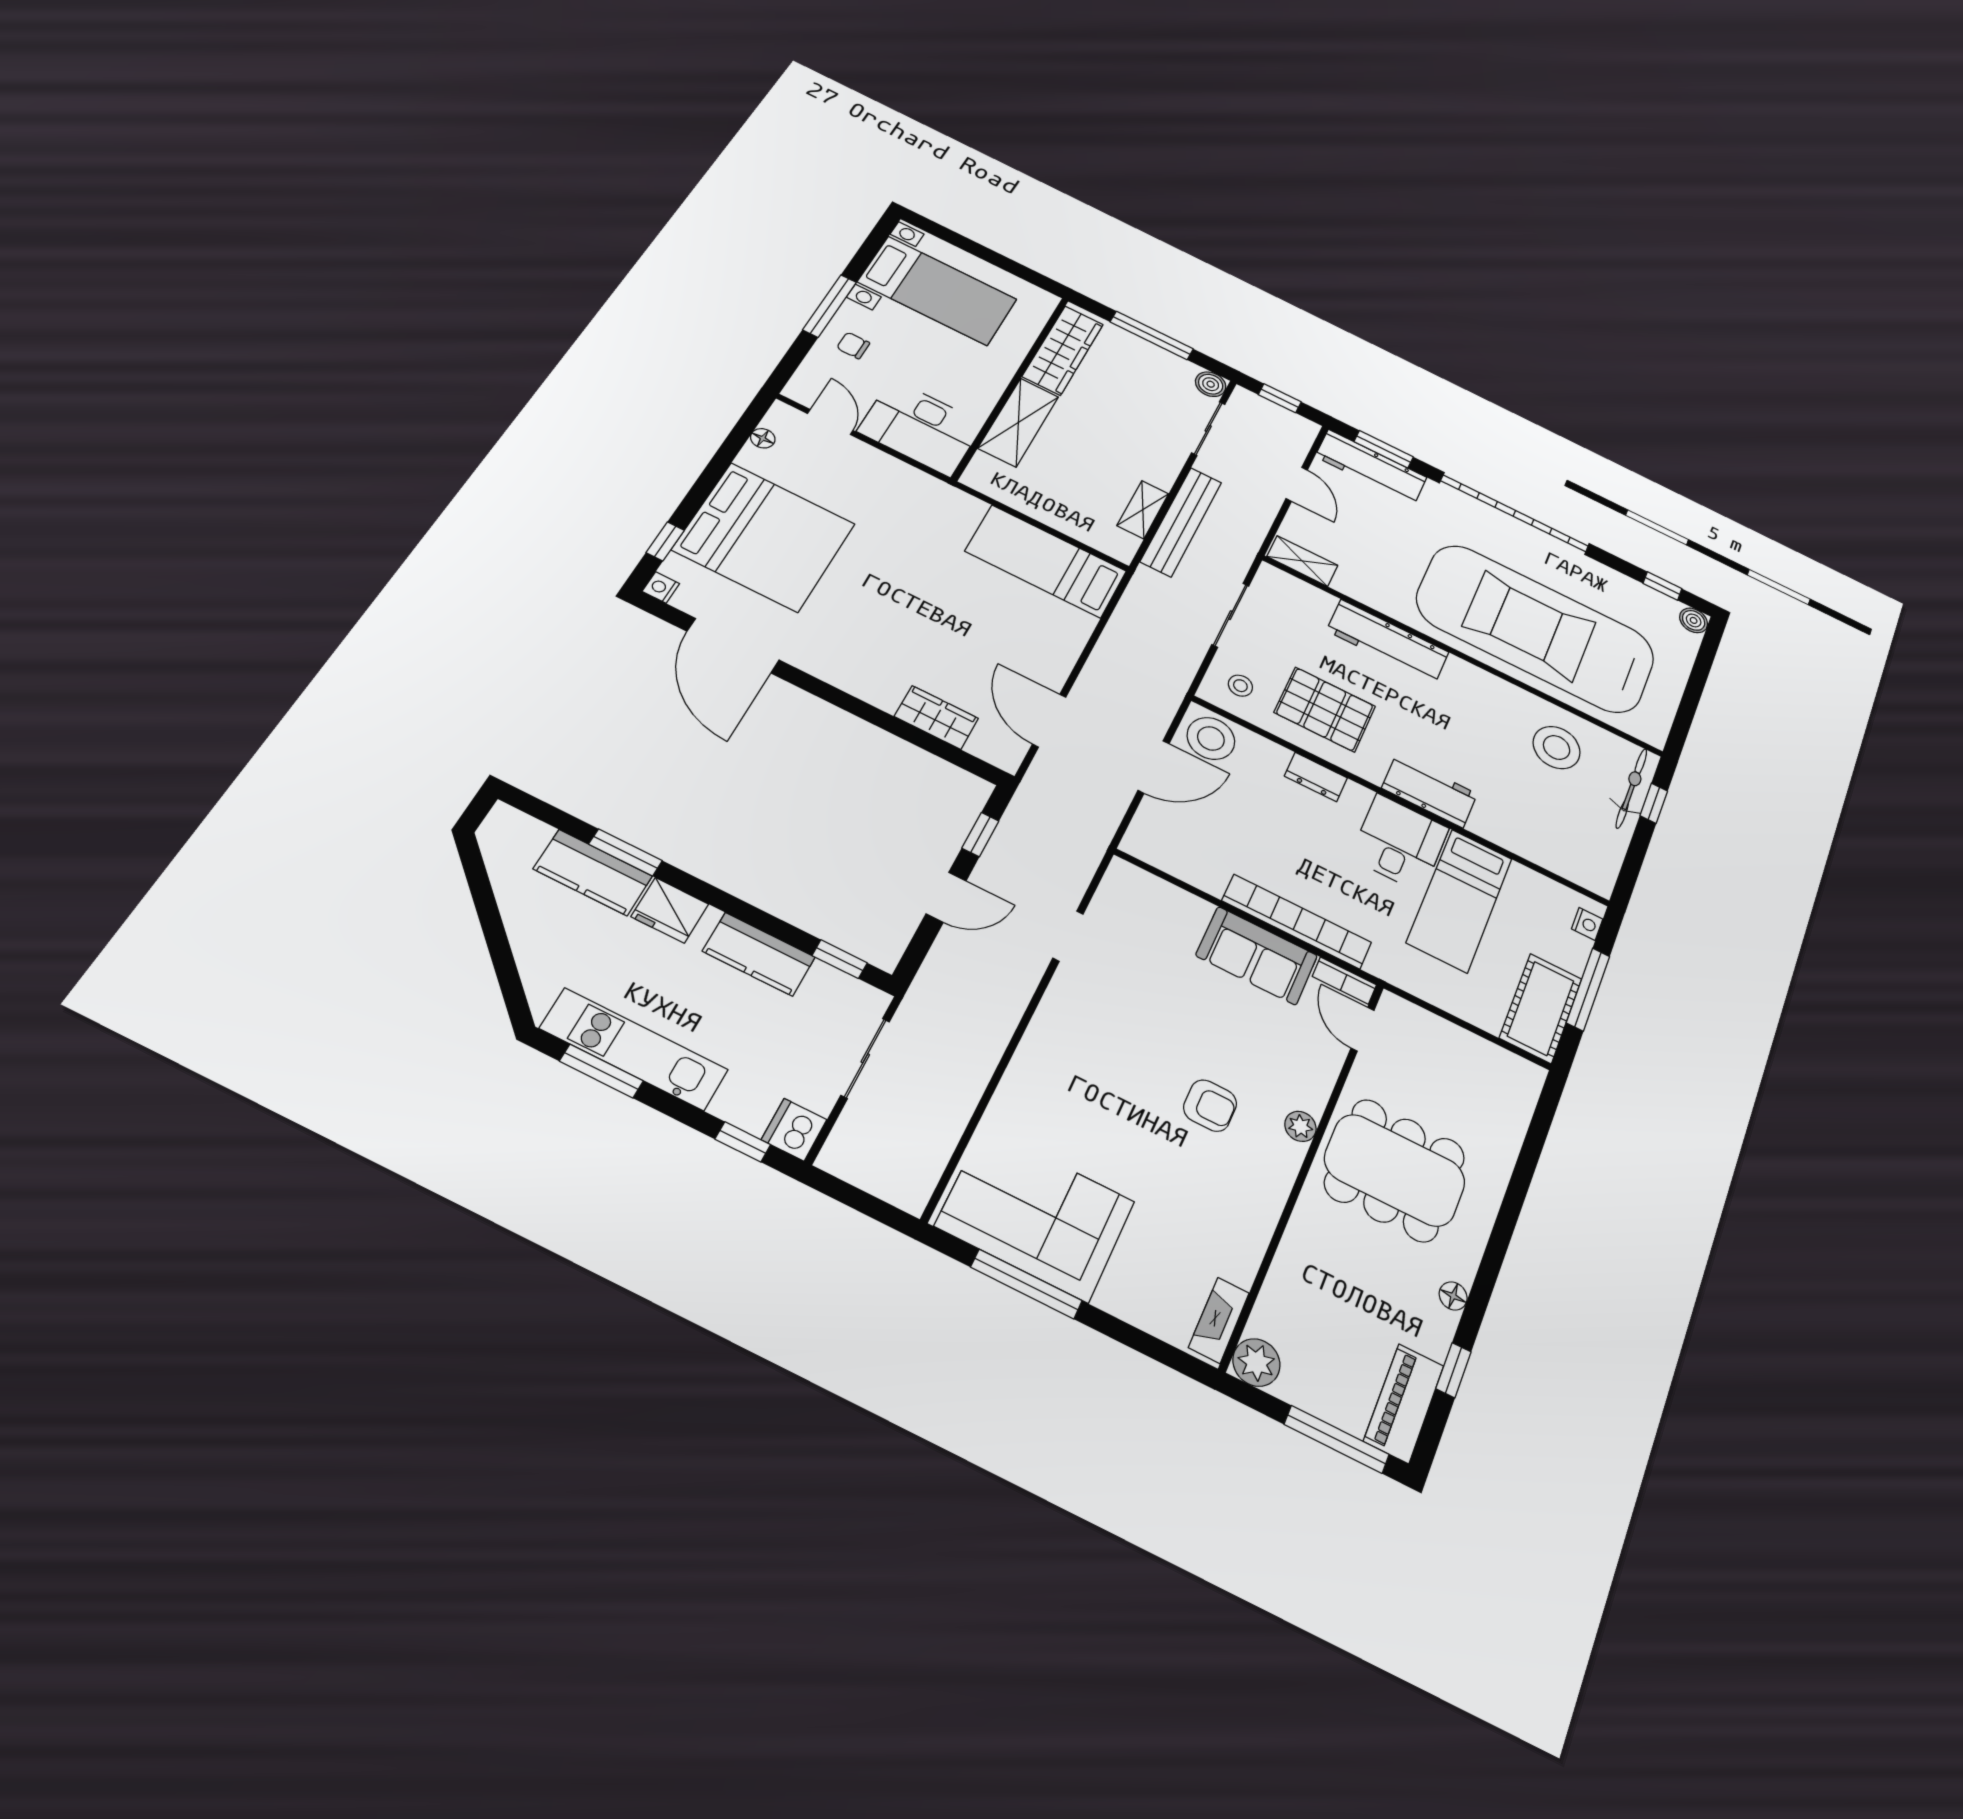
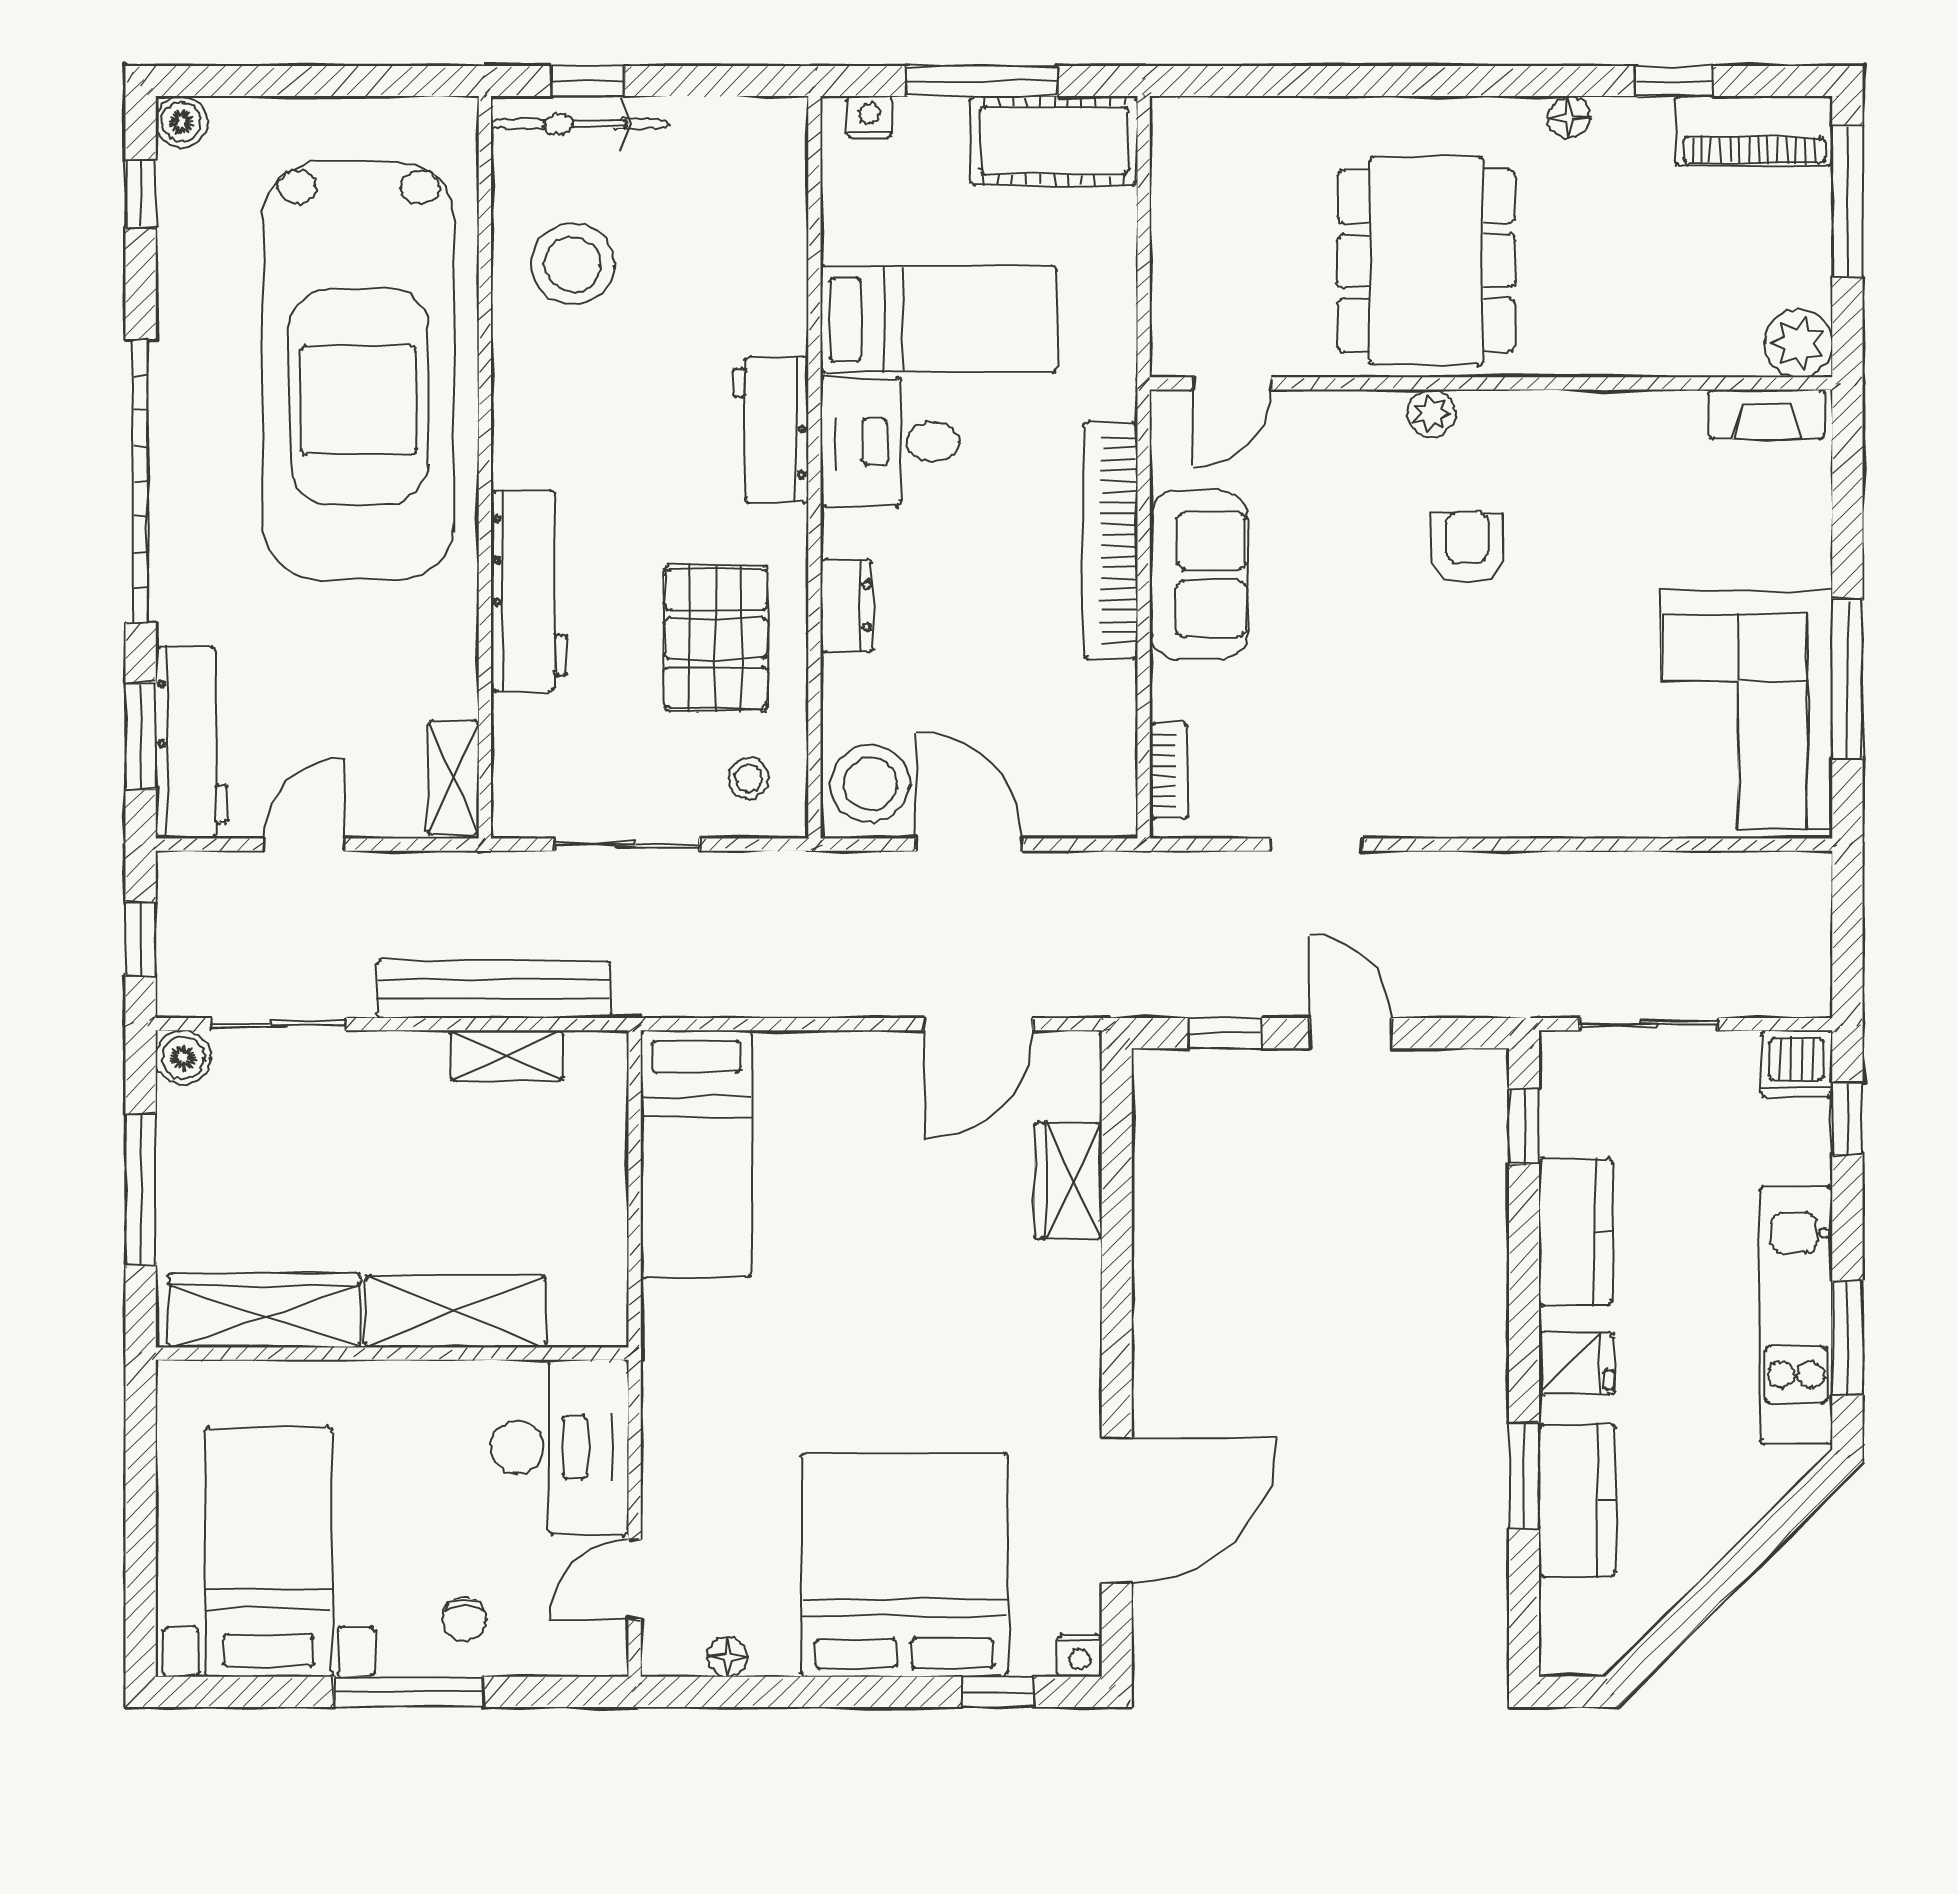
fridge: (670, 910) -> (1576, 1364), width x0.72
bookcase: (1344, 981) -> (1169, 771), moved

